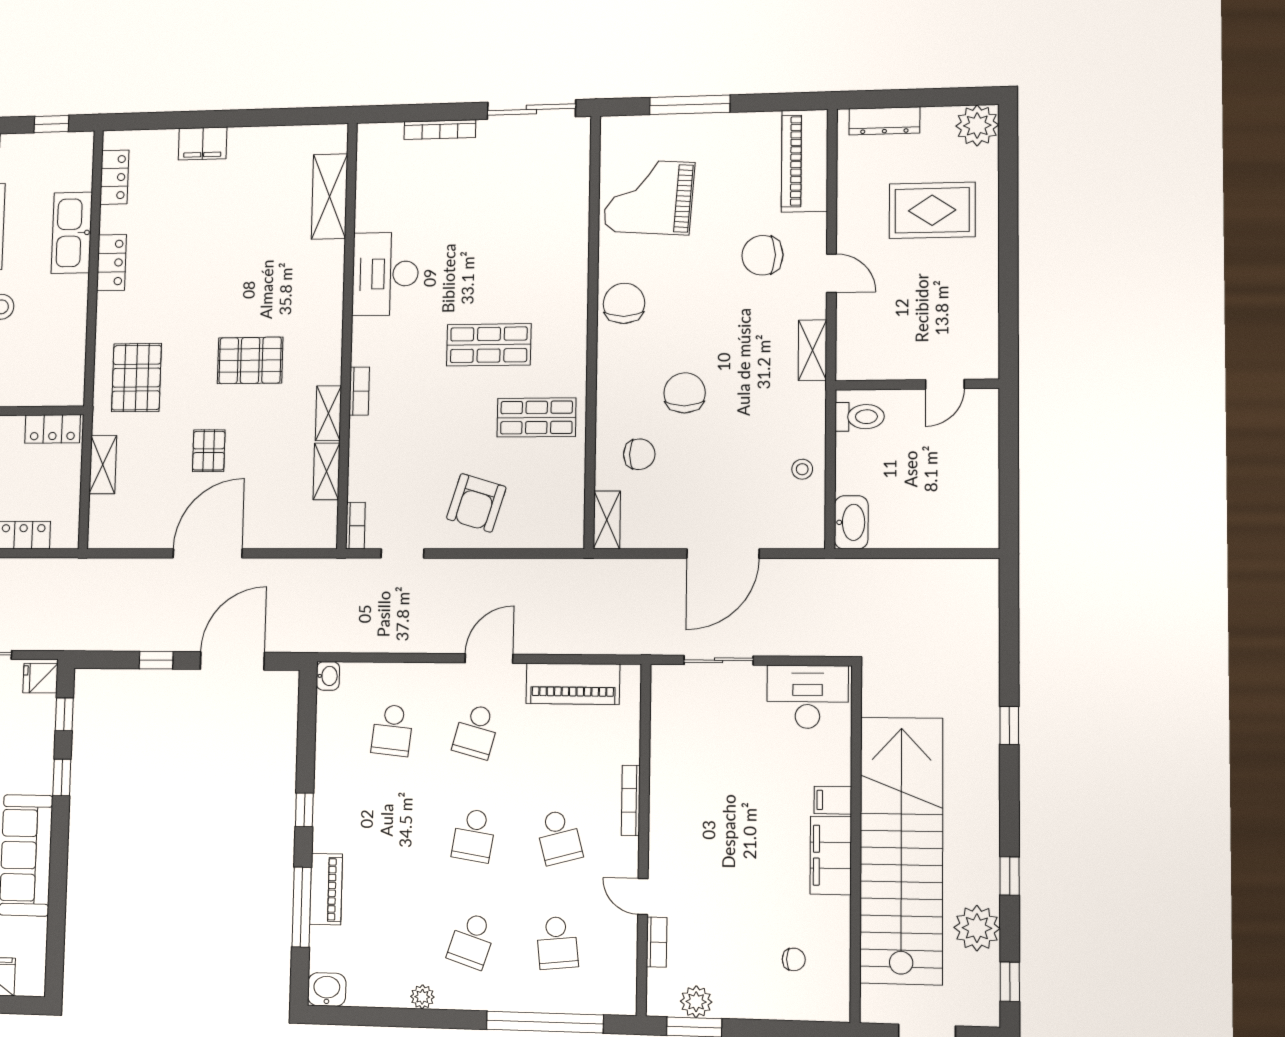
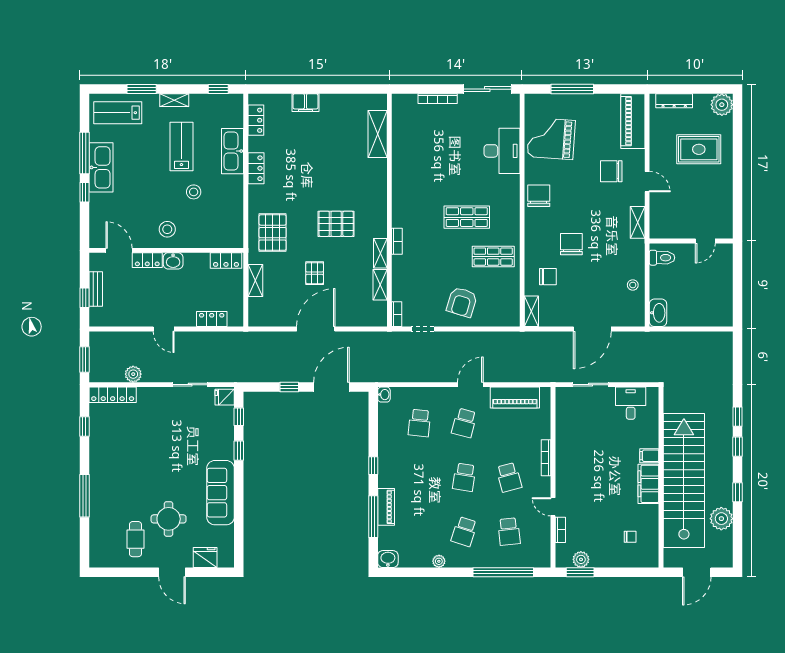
desk: (385, 274) -> (502, 151), moved, turned 180
desk: (808, 697) -> (631, 403), width x0.73
window: (1010, 982) -> (737, 447), moved

